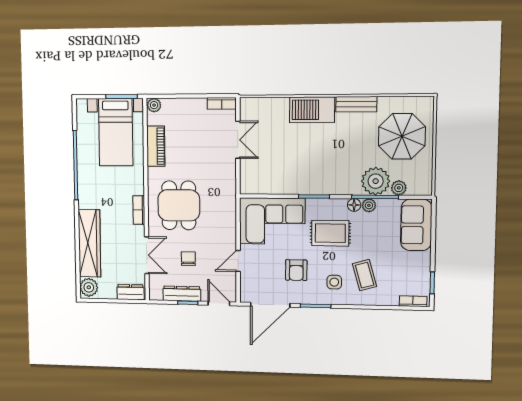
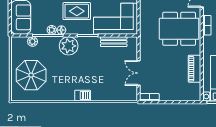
bench: (356, 104) -> (114, 42), moved
plant: (154, 105) -> (195, 96), removed
barbecue: (312, 110) -> (83, 96), width x0.53, depth x0.65
plant: (376, 181) -> (69, 46), moved
dining table: (179, 205) -> (179, 29), width x1.37

